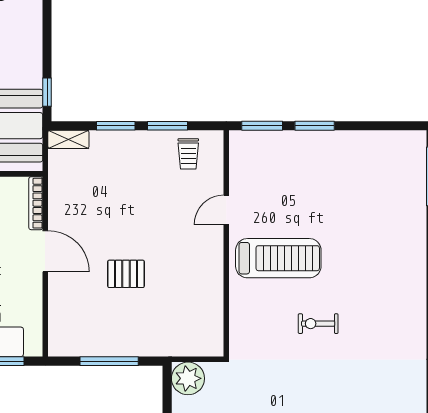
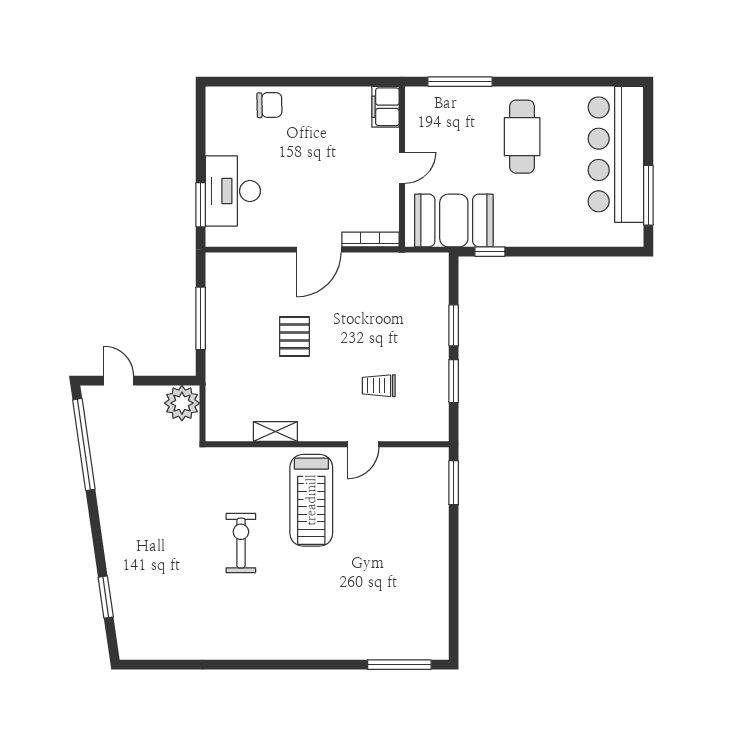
window: (315, 126) -> (454, 539), removed
shelving: (68, 139) -> (275, 431), moved, turned 90
trolley: (188, 154) -> (379, 386), moved
door: (226, 210) -> (363, 444), swing flipped
exercise bike: (318, 324) -> (241, 543), width x1.38, depth x1.39

